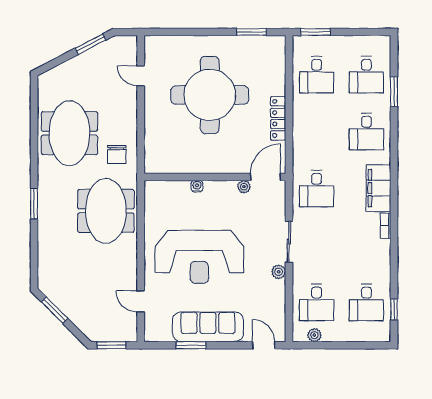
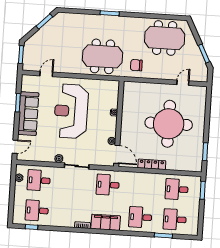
meeting table: (69, 133) -> (165, 38), moved

